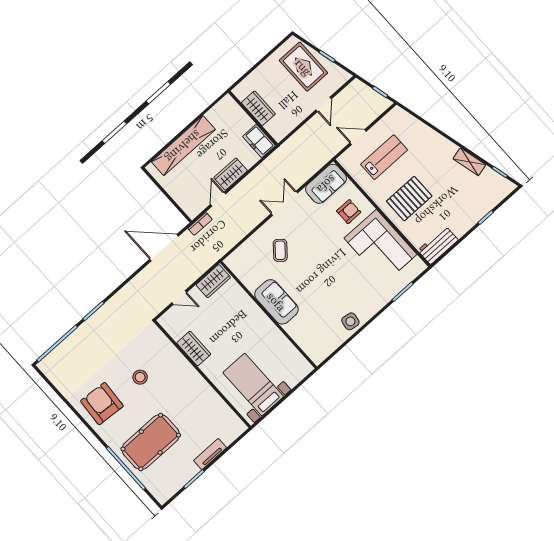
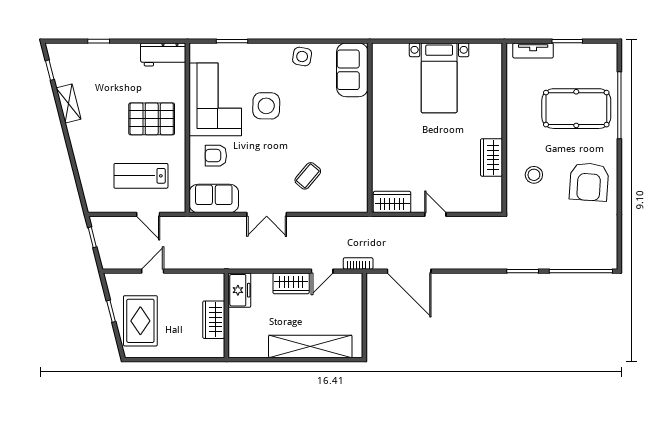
side table: (345, 271) -> (266, 106), added
sofa: (276, 302) -> (352, 70), moved
wardrobe: (194, 349) -> (492, 157), moved
wall: (202, 374) -> (504, 128), moved

